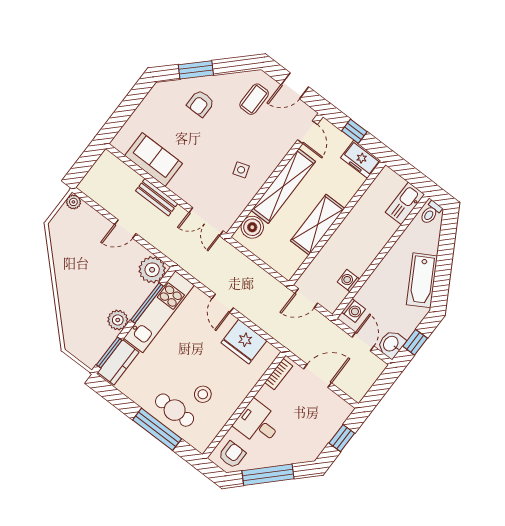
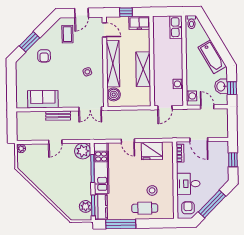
plant: (118, 320) -> (85, 206), moved
washbasin: (391, 344) -> (221, 86), moved
door: (318, 376) -> (199, 140), swing flipped
window: (157, 429) -> (121, 224), moved

